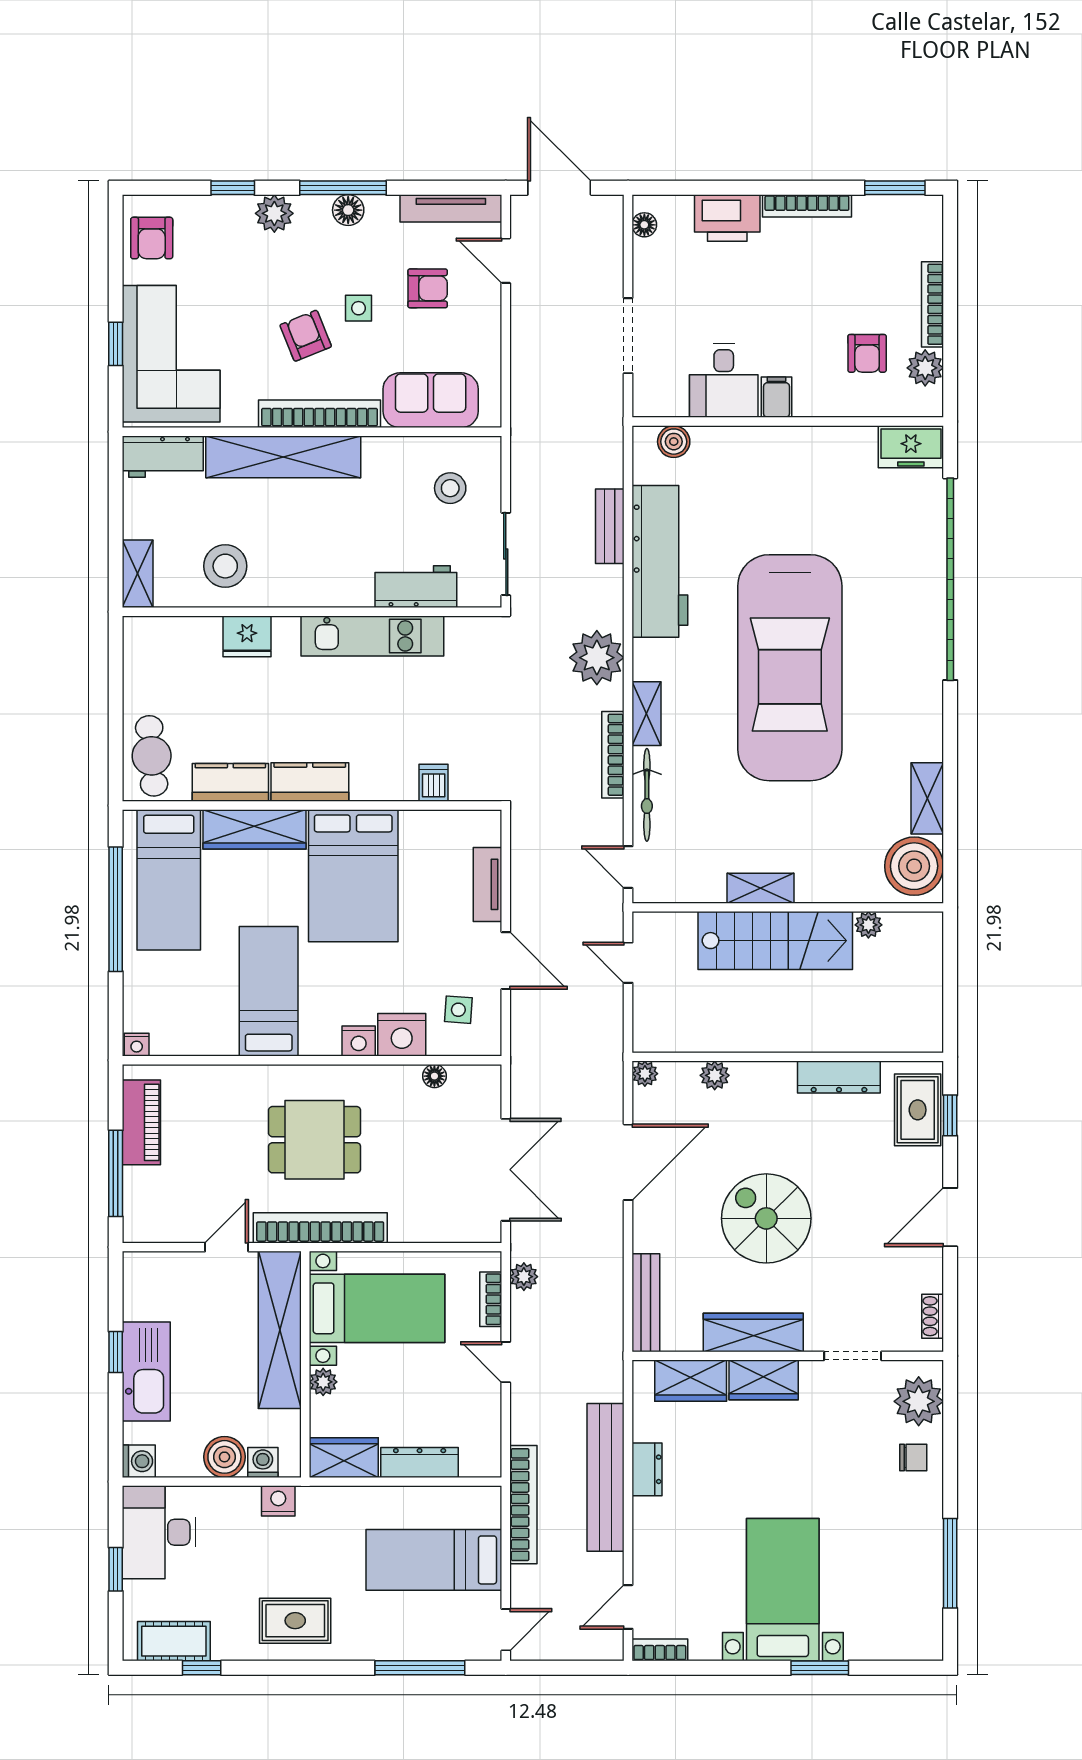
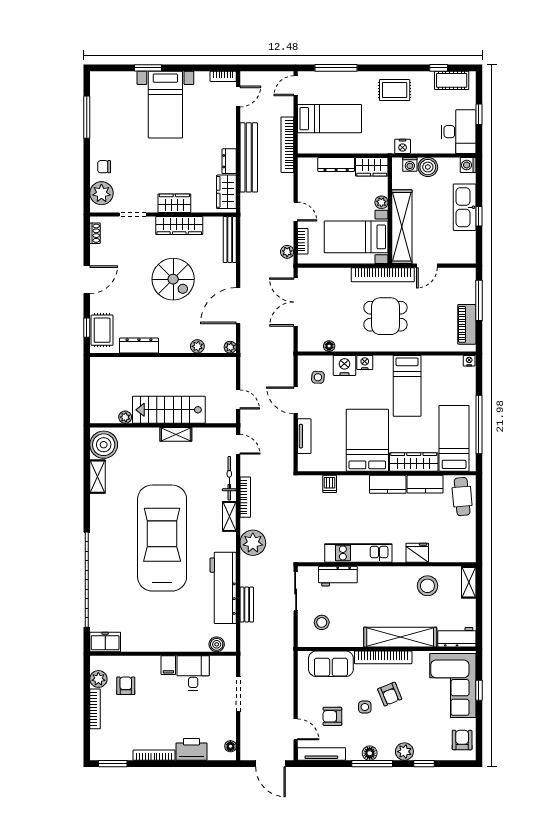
wardrobe: (691, 1381) -> (226, 192), moved, turned -90

